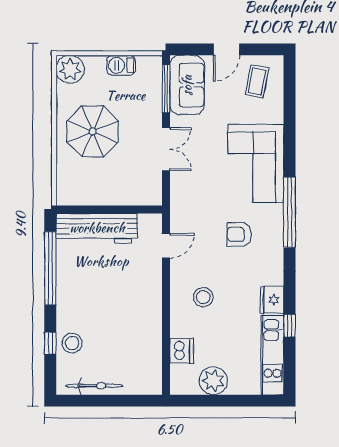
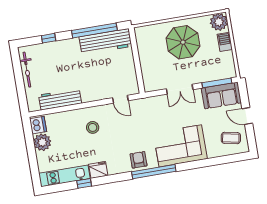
barbecue: (121, 65) -> (225, 42), moved
workbench: (97, 228) -> (105, 42), moved, turned -90
armchair: (239, 234) -> (139, 160), moved
workbench: (150, 341) -> (60, 99), added
stool: (72, 343) -> (51, 52), removed
dishwasher: (182, 351) -> (38, 125), moved, turned -90

